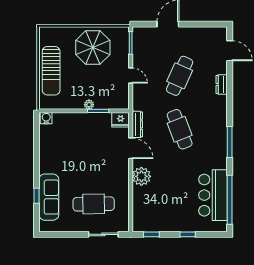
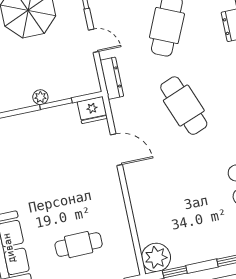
dresser: (137, 124) -> (112, 78), moved
plant: (141, 176) -> (156, 257), moved
cafe table: (94, 204) -> (79, 245), width x0.73, depth x0.74

